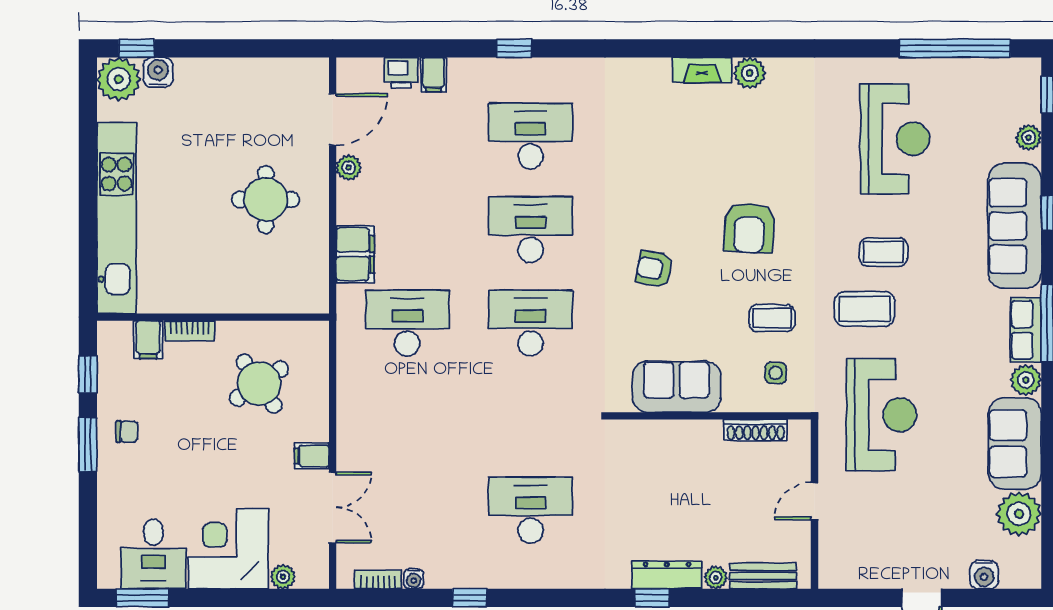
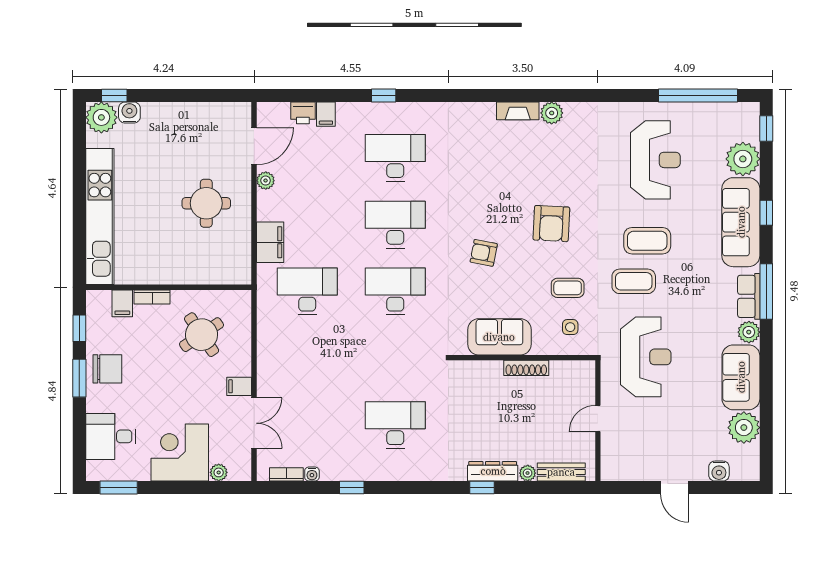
plant: (1029, 137) -> (743, 159), width x1.88, depth x1.88
coffee table: (884, 252) -> (647, 241), width x1.36, depth x1.30
shoe rack: (756, 430) -> (526, 368), moved
chair: (127, 432) -> (107, 369), width x1.87, depth x1.87
desk: (153, 554) -> (111, 436), moved, turned 90

